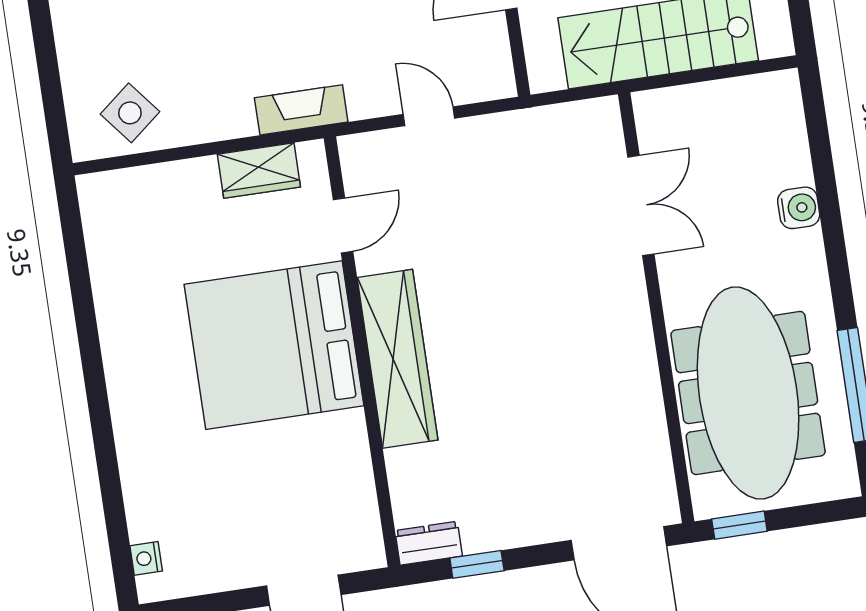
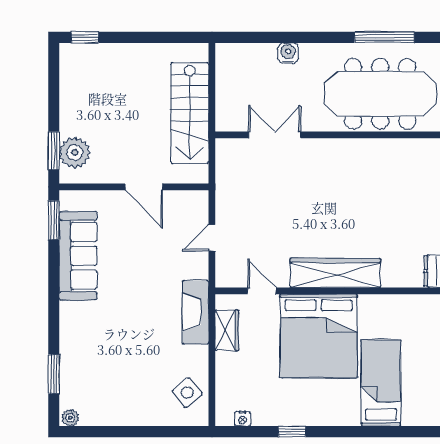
fireplace: (301, 110) -> (196, 312), width x1.37, depth x1.32
window: (86, 322) -> (292, 432), added
bed: (203, 476) -> (381, 383), added
nightstand: (146, 558) -> (243, 419), moved

